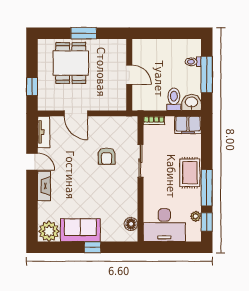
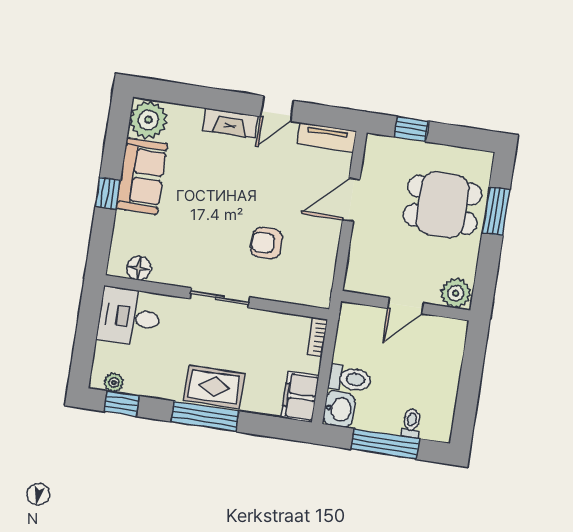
window: (84, 33) -> (496, 211), moved
plant: (118, 48) -> (456, 293), added
sliding door: (140, 161) -> (220, 298), moved
window: (207, 188) -> (205, 416), moved
plant: (196, 216) -> (114, 383), moved
desk: (164, 225) -> (129, 317), width x0.73

